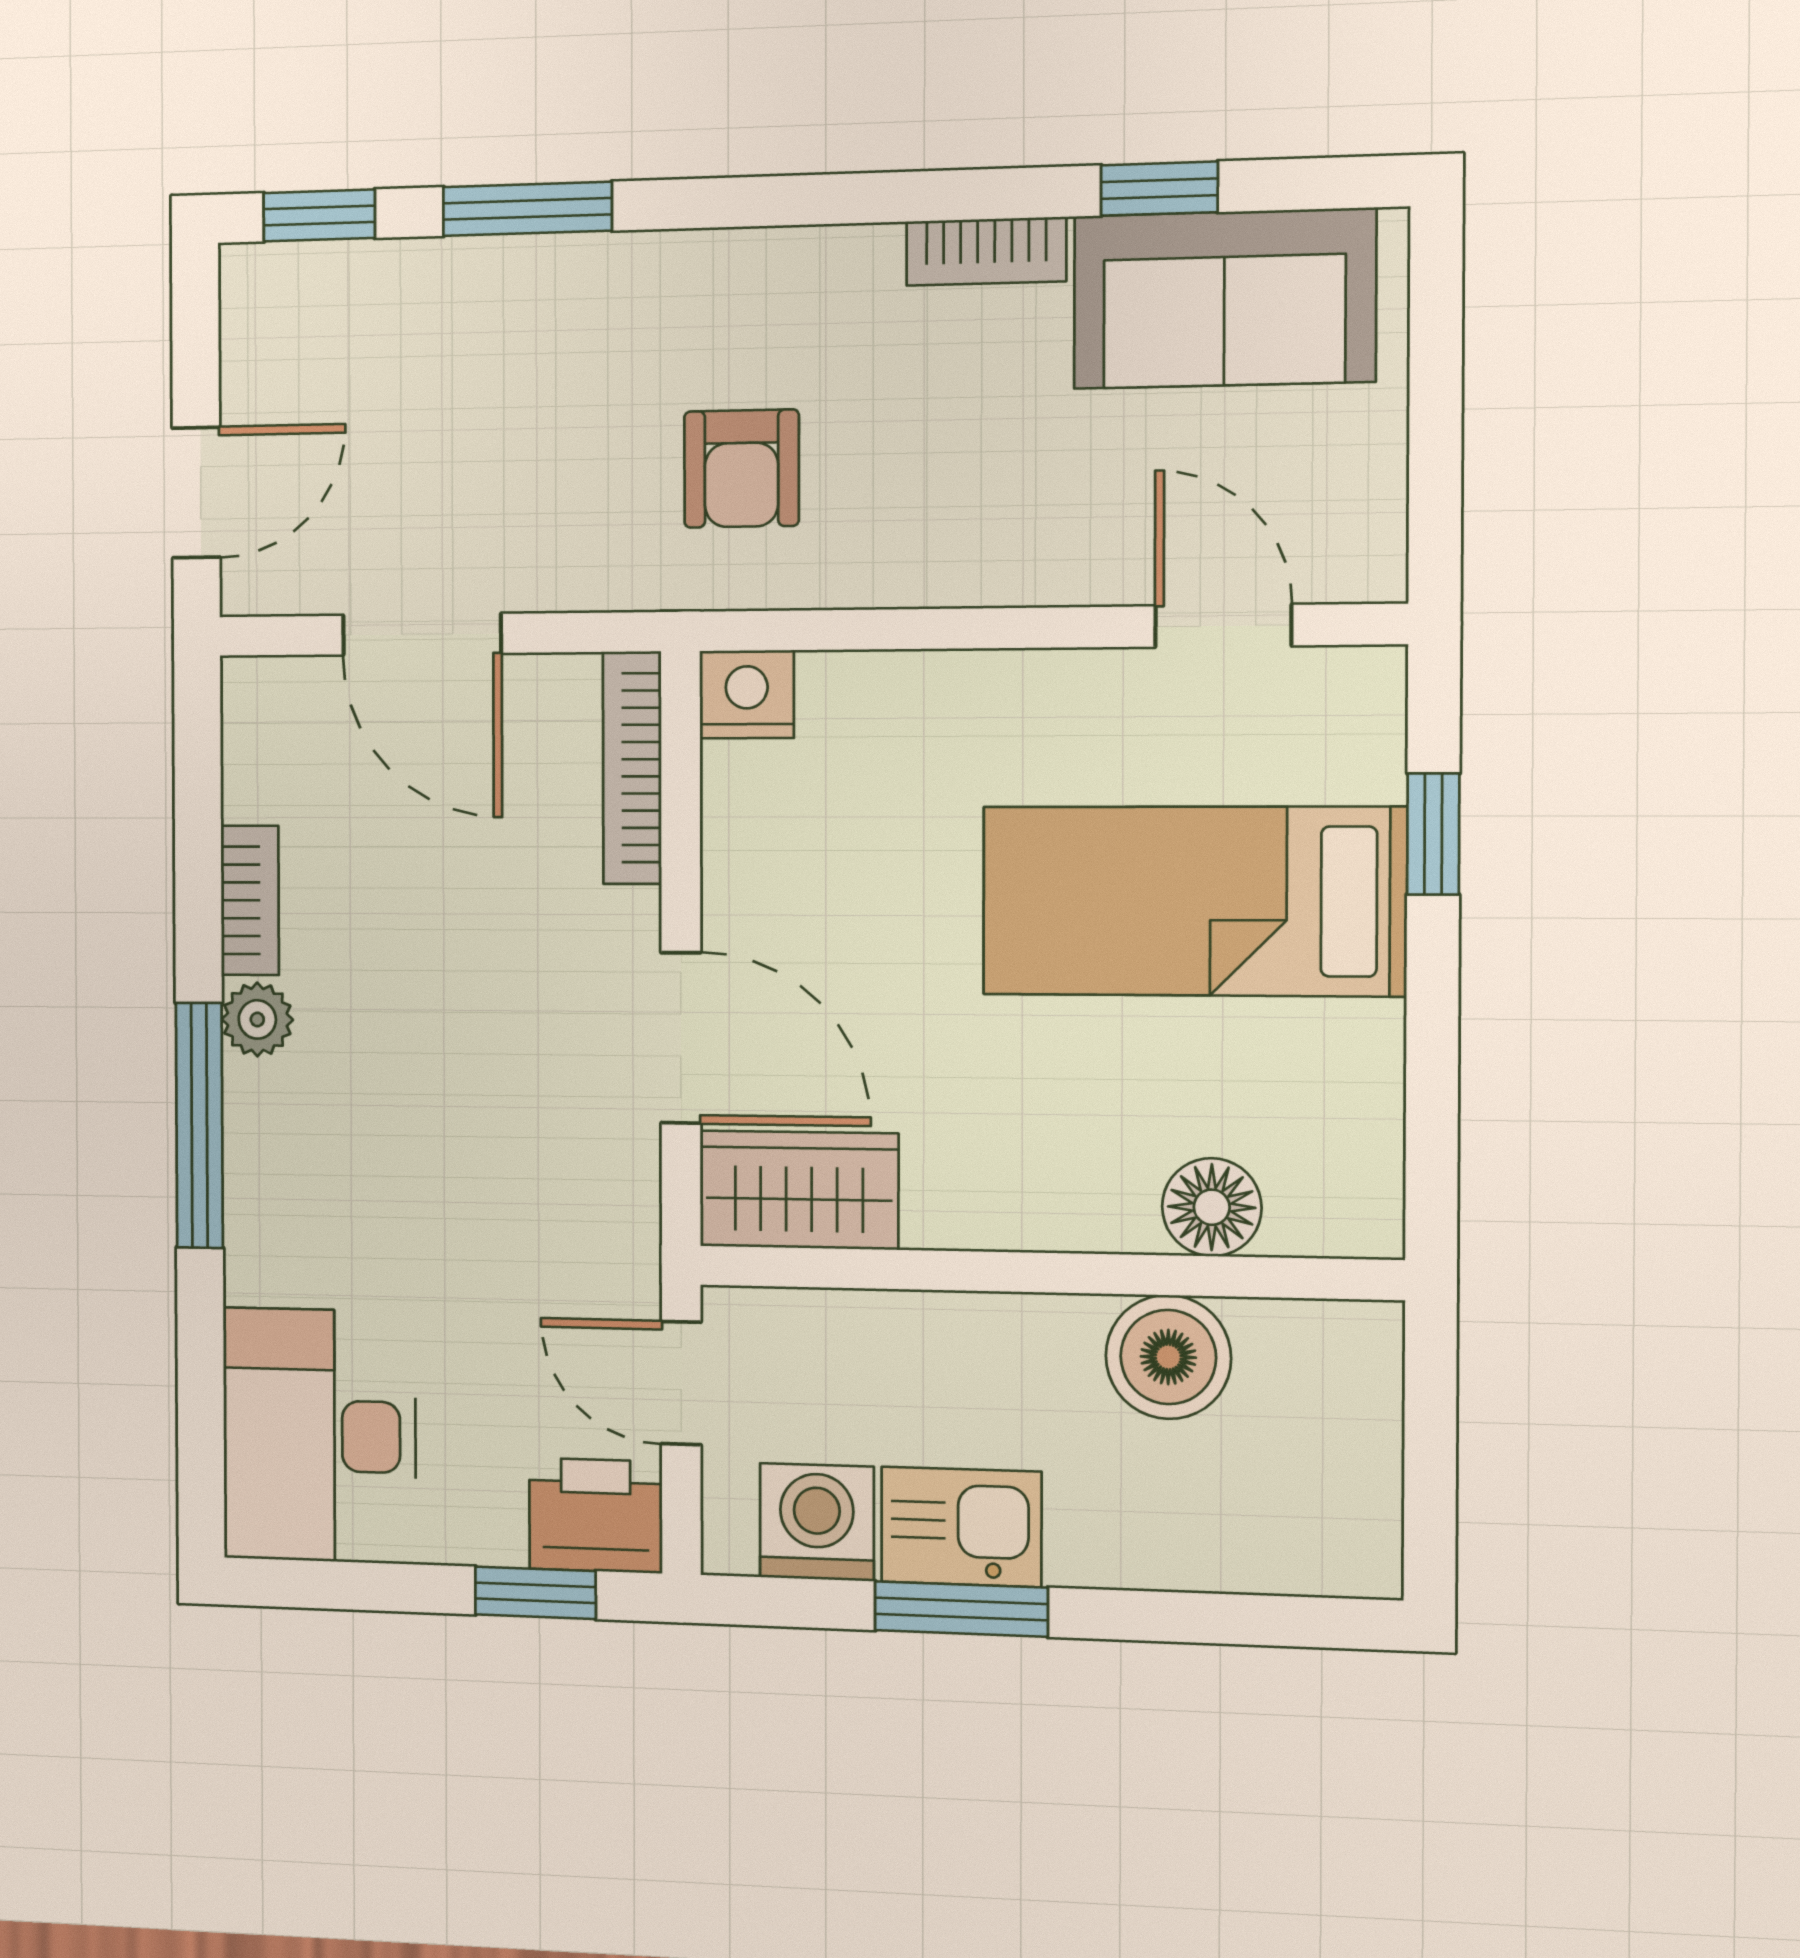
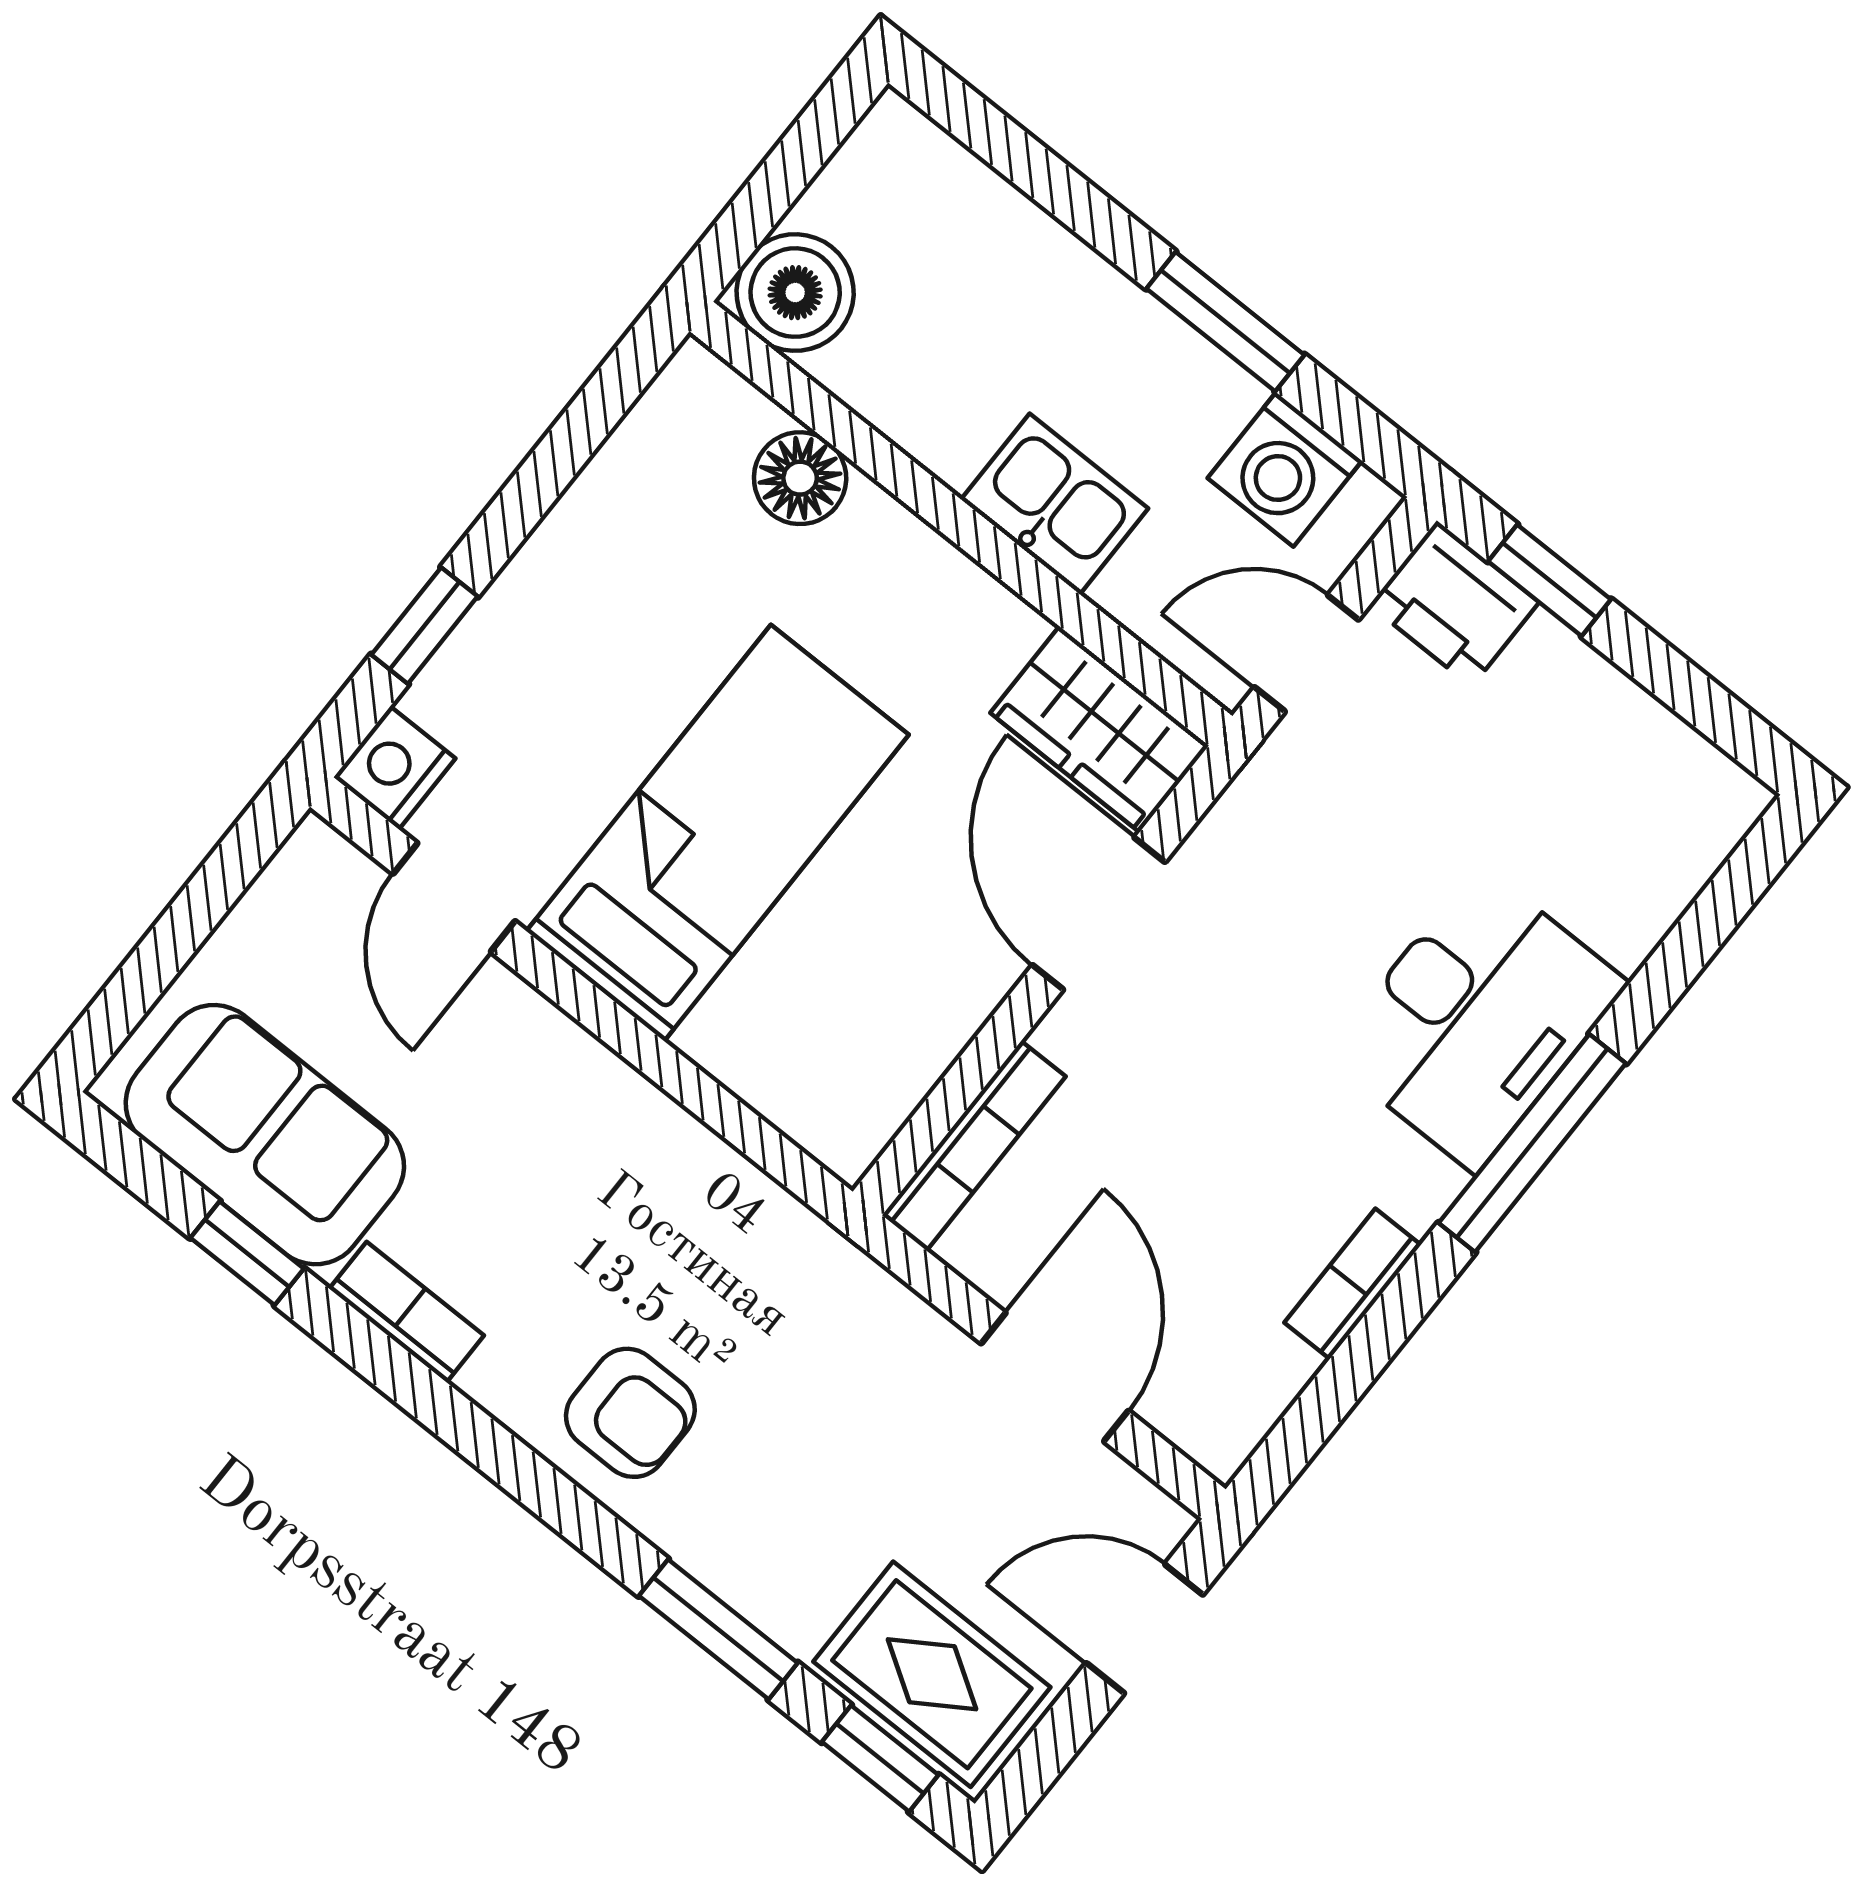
rug: (332, 317) -> (932, 1674), added
armchair: (742, 469) -> (630, 1413), moved, turned 90
nightstand: (747, 694) -> (395, 768), moved, turned 90
bed: (1193, 901) -> (718, 833), moved, turned -90
plant: (257, 1019) -> (1420, 1188), removed
boiler: (1168, 1357) -> (795, 293), moved
door: (681, 1383) -> (1306, 653), swing flipped
desk: (319, 1435) -> (1477, 1019), moved
kitchen sink: (961, 1527) -> (1055, 504), moved, turned 180

